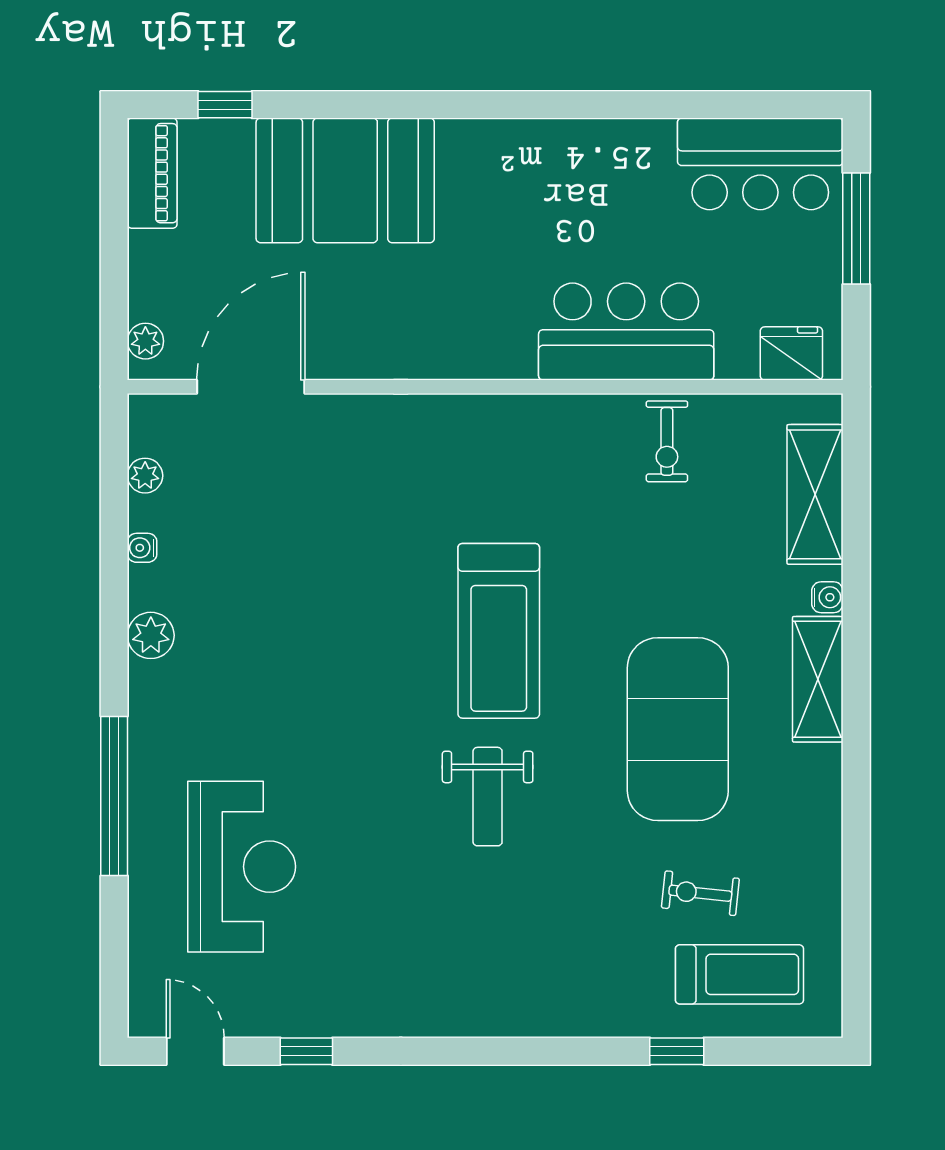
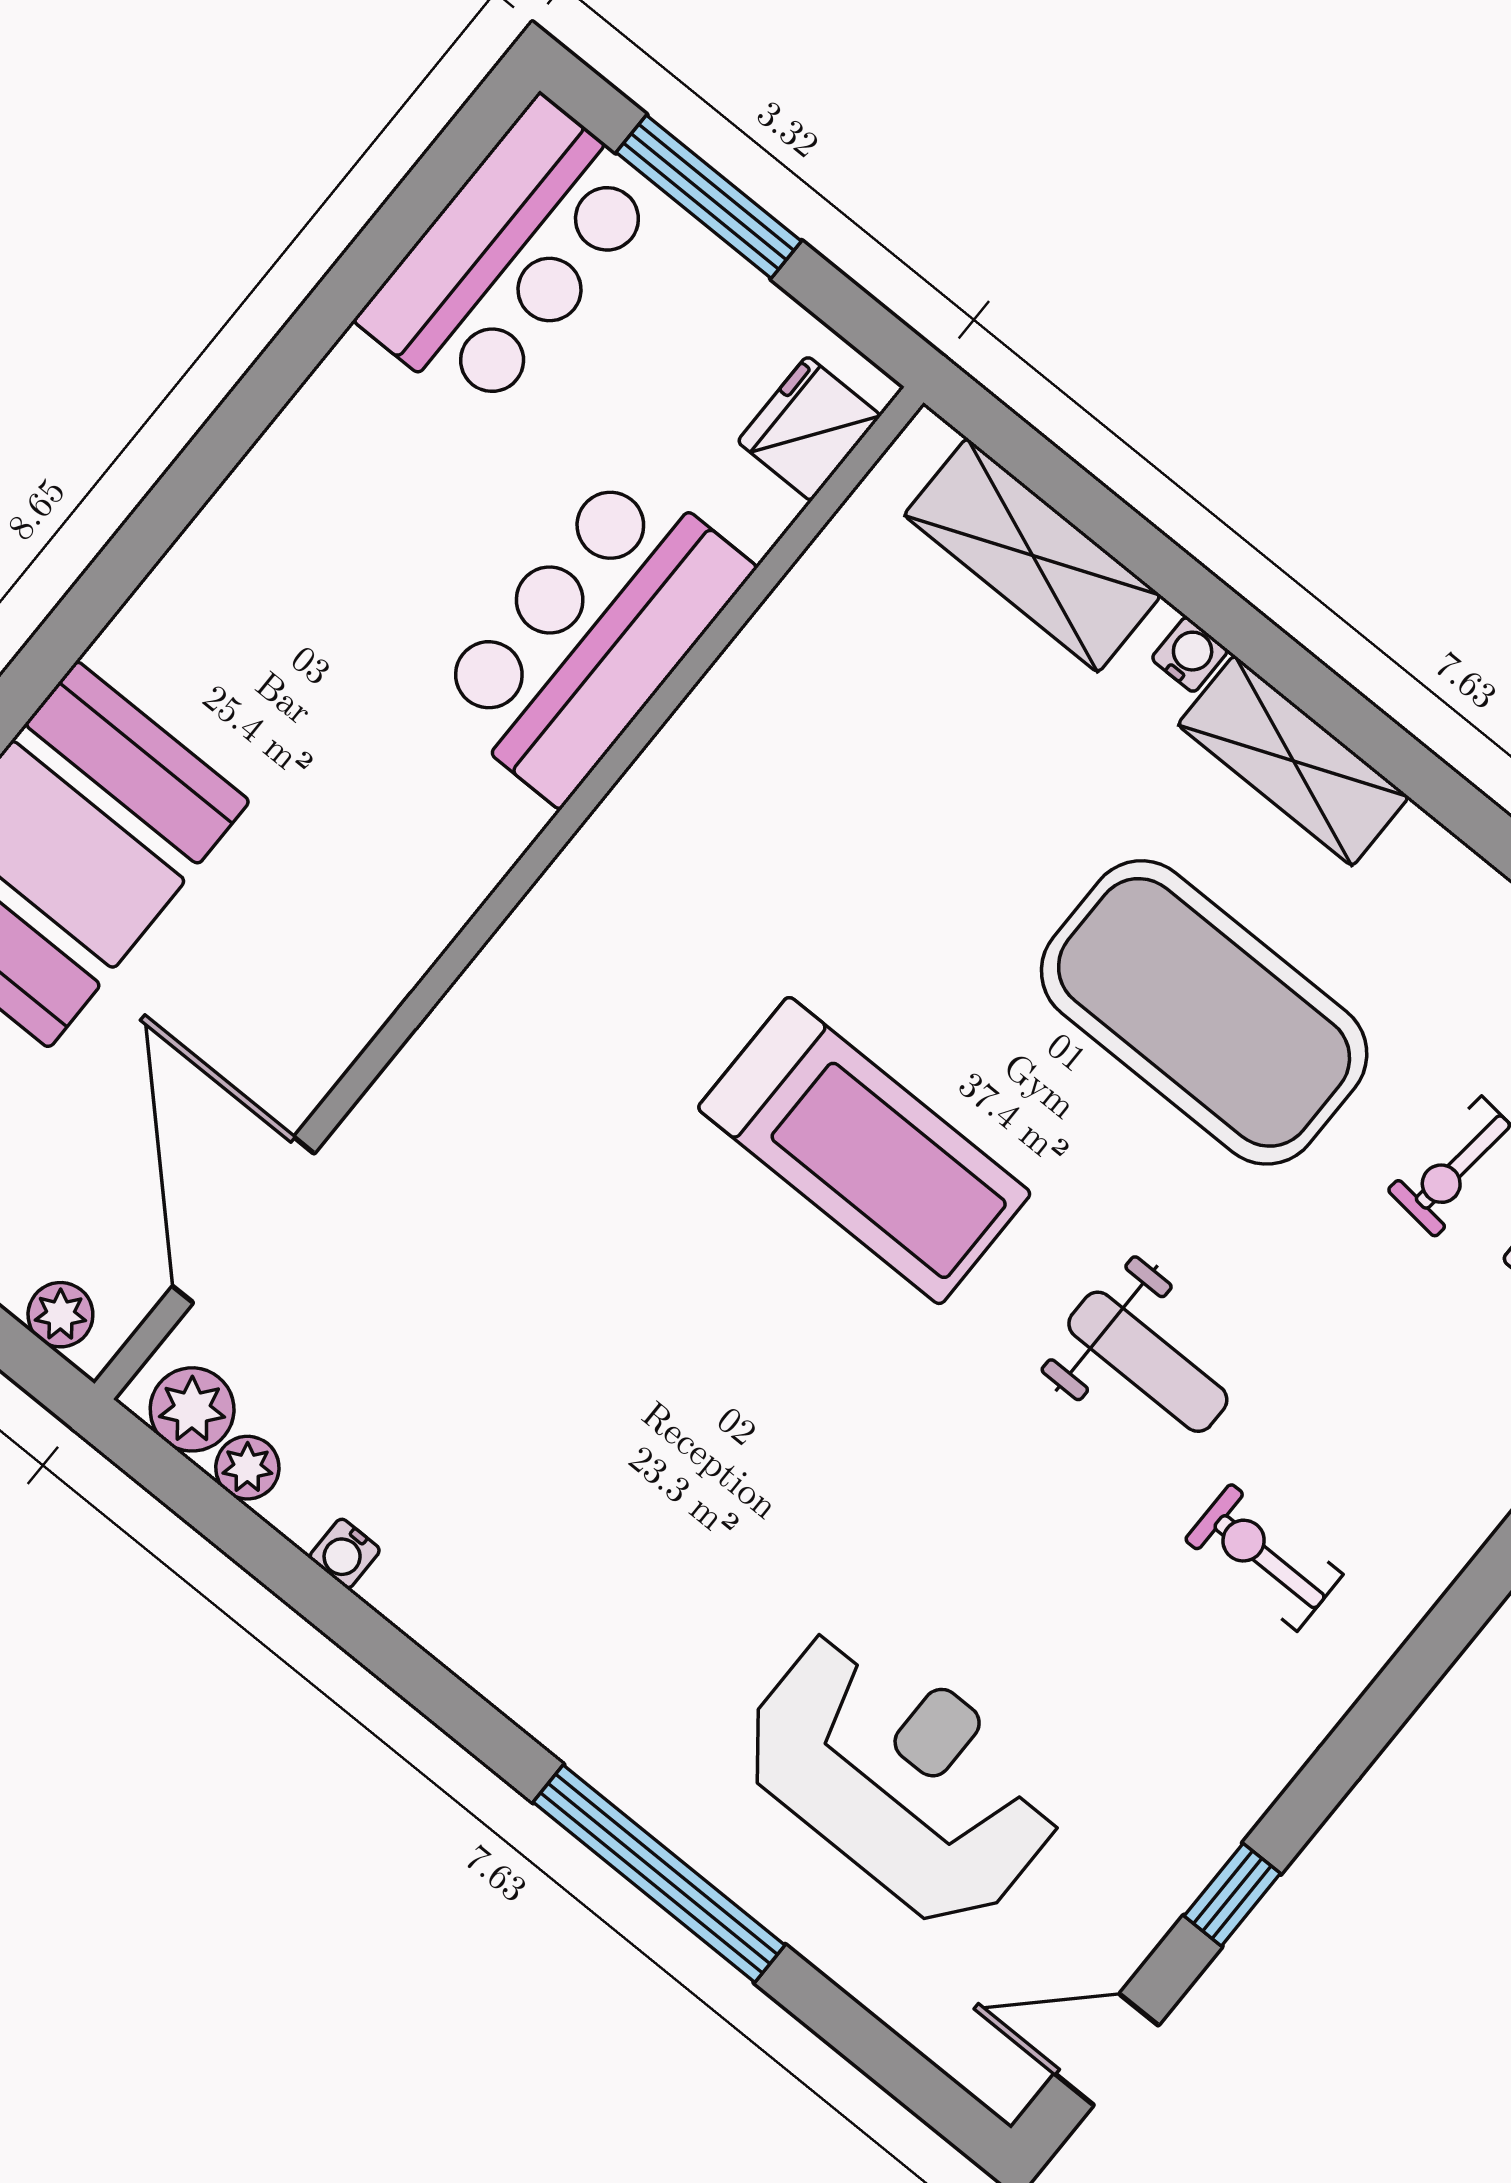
exercise bike: (667, 441) -> (1264, 1557), moved, turned 180
plant: (151, 635) -> (192, 1409), moved
weight bench: (488, 797) -> (1148, 1362), moved

